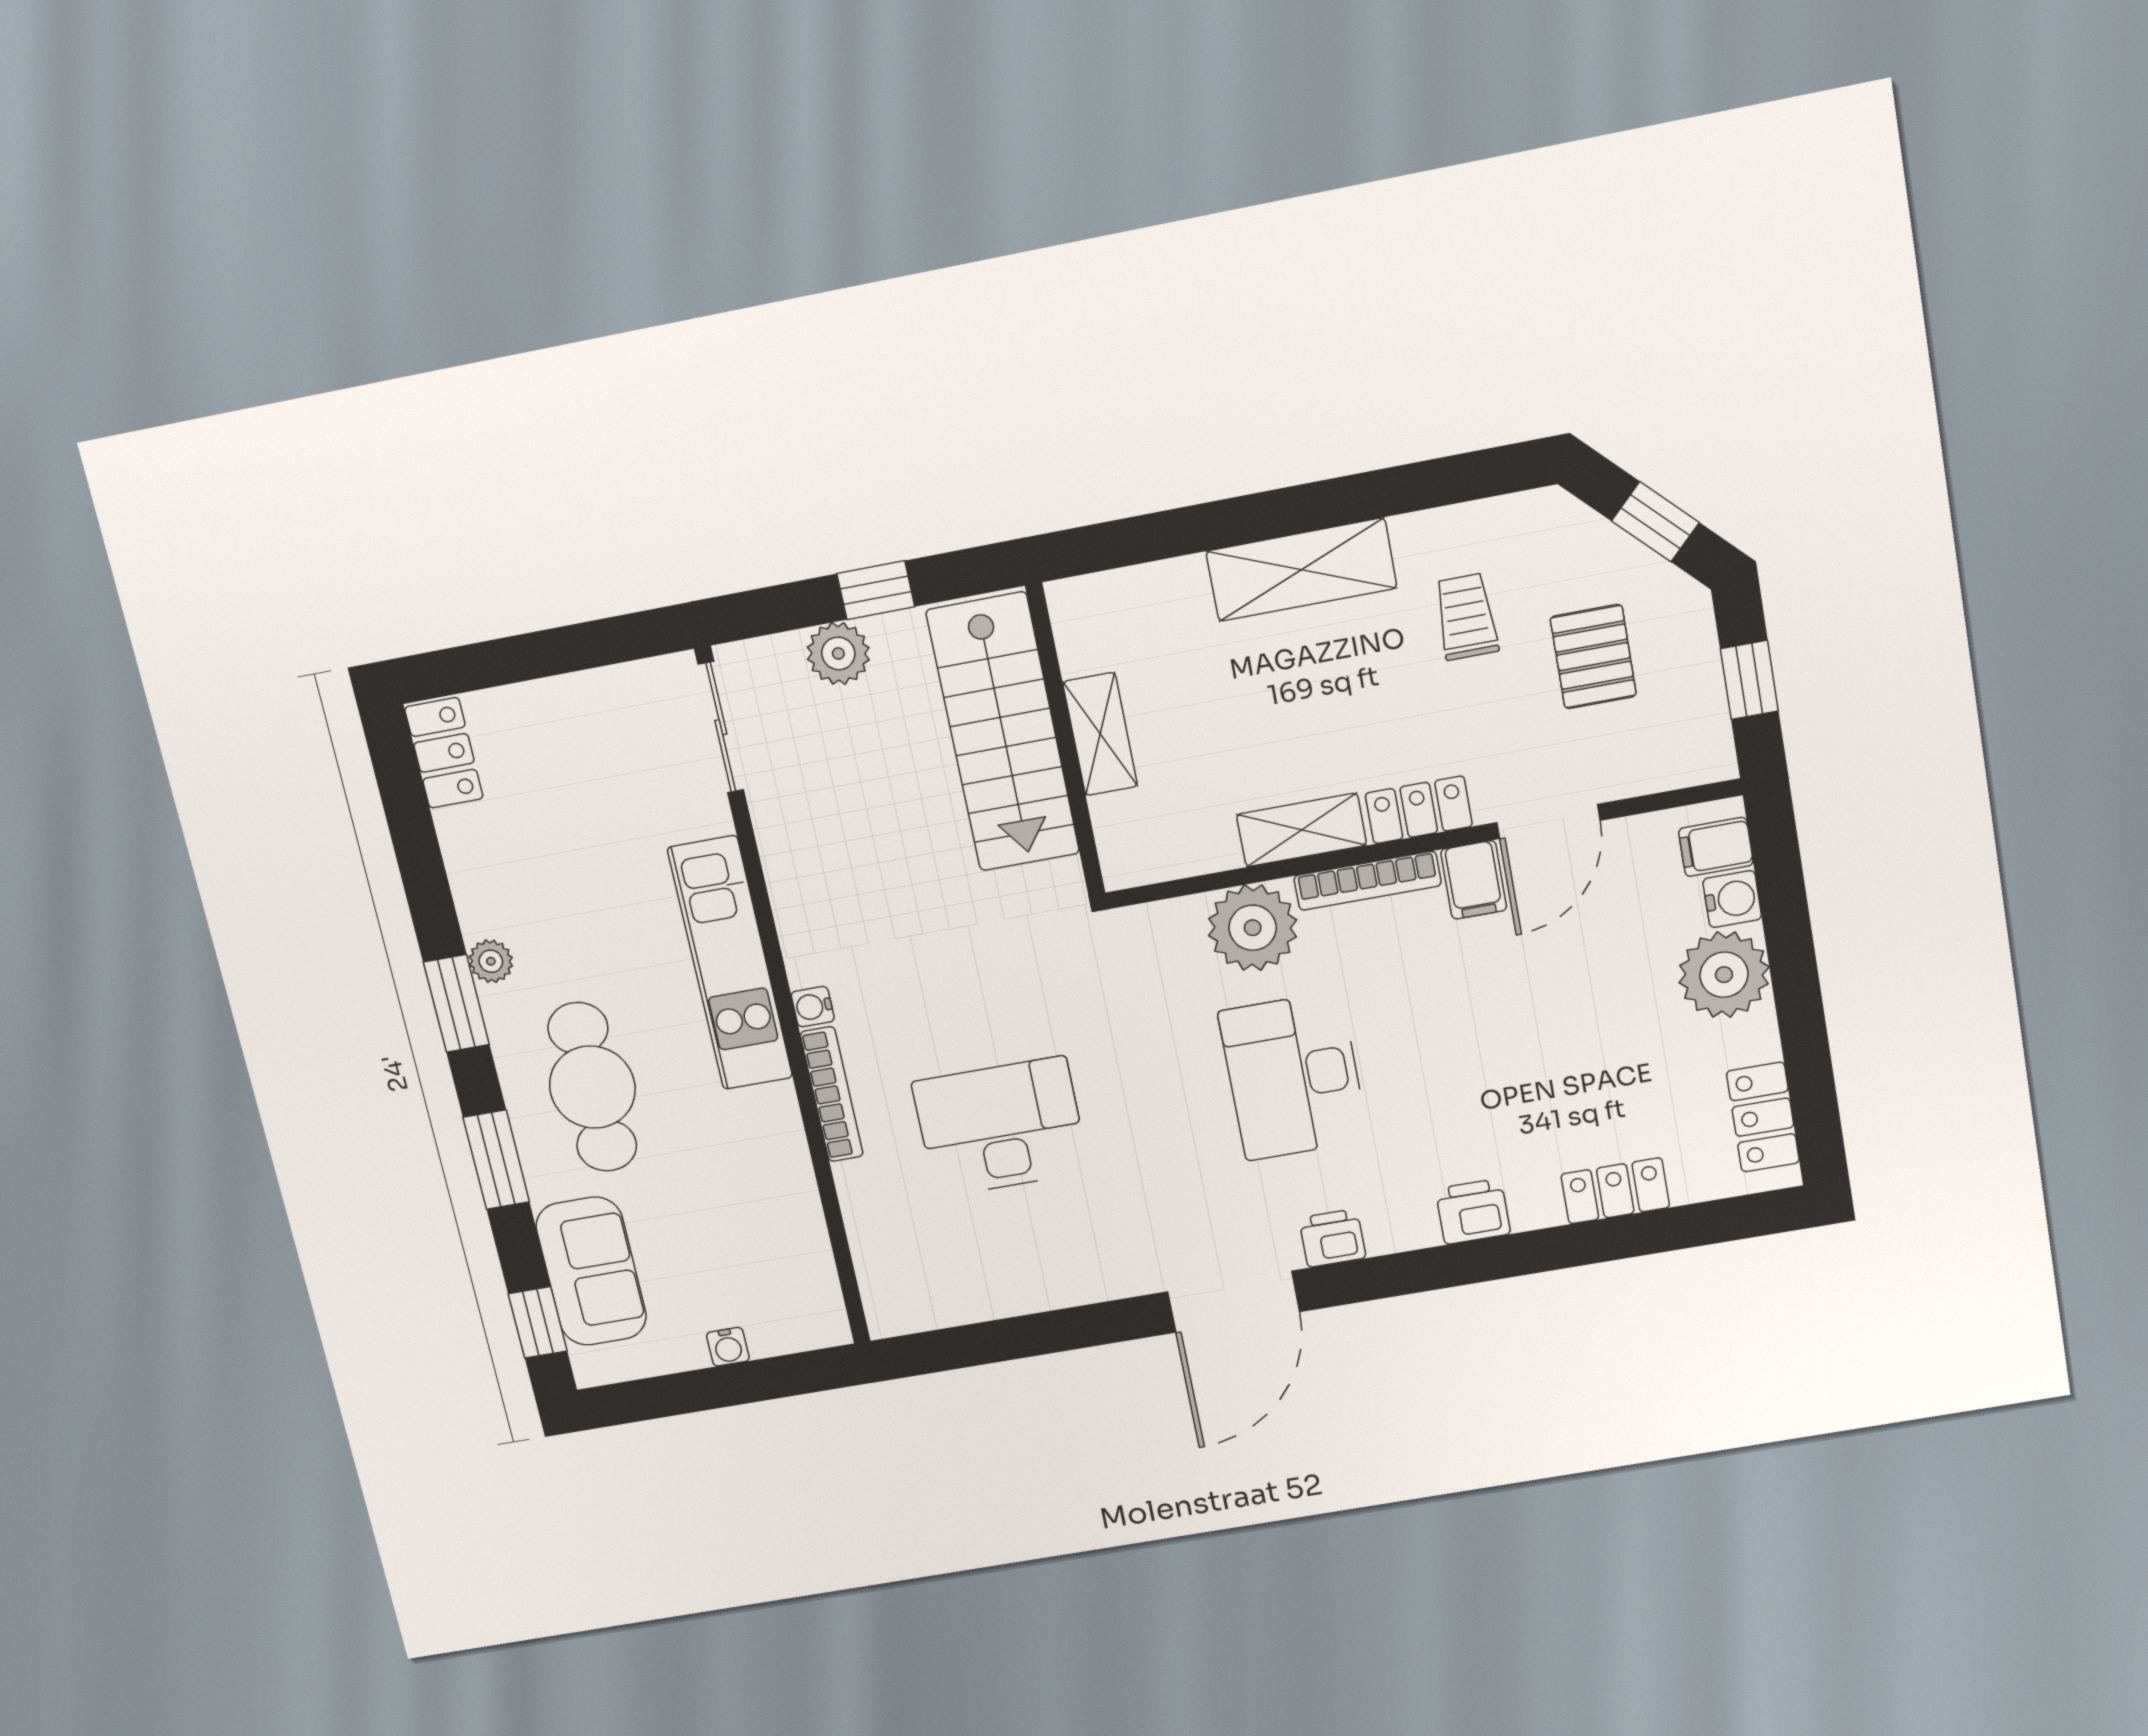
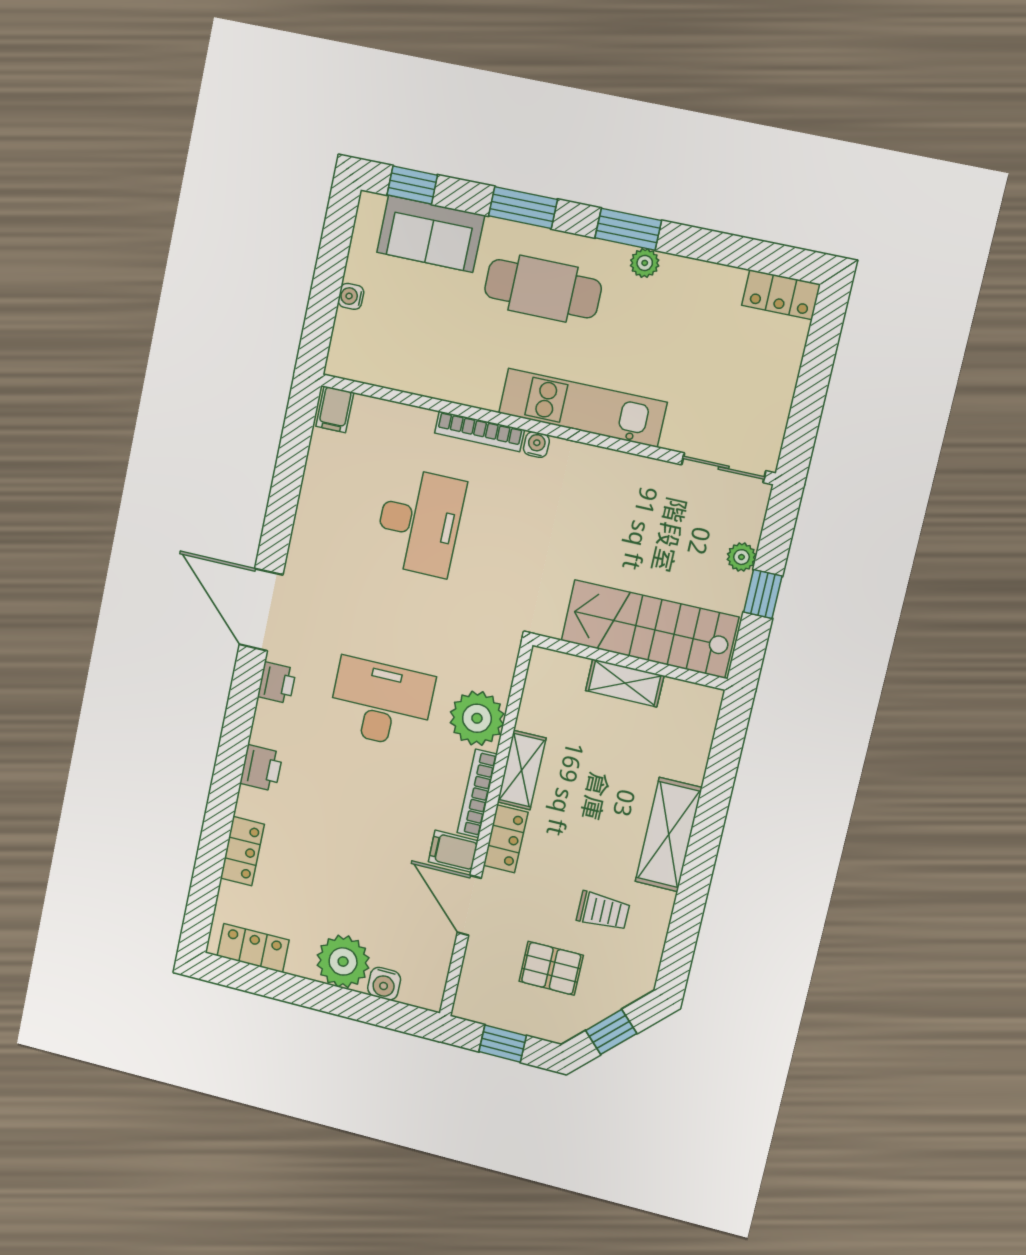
plant: (838, 653) -> (741, 557), width x0.73, depth x0.73
filing cabinet: (1716, 847) -> (335, 409), moved, turned 180

